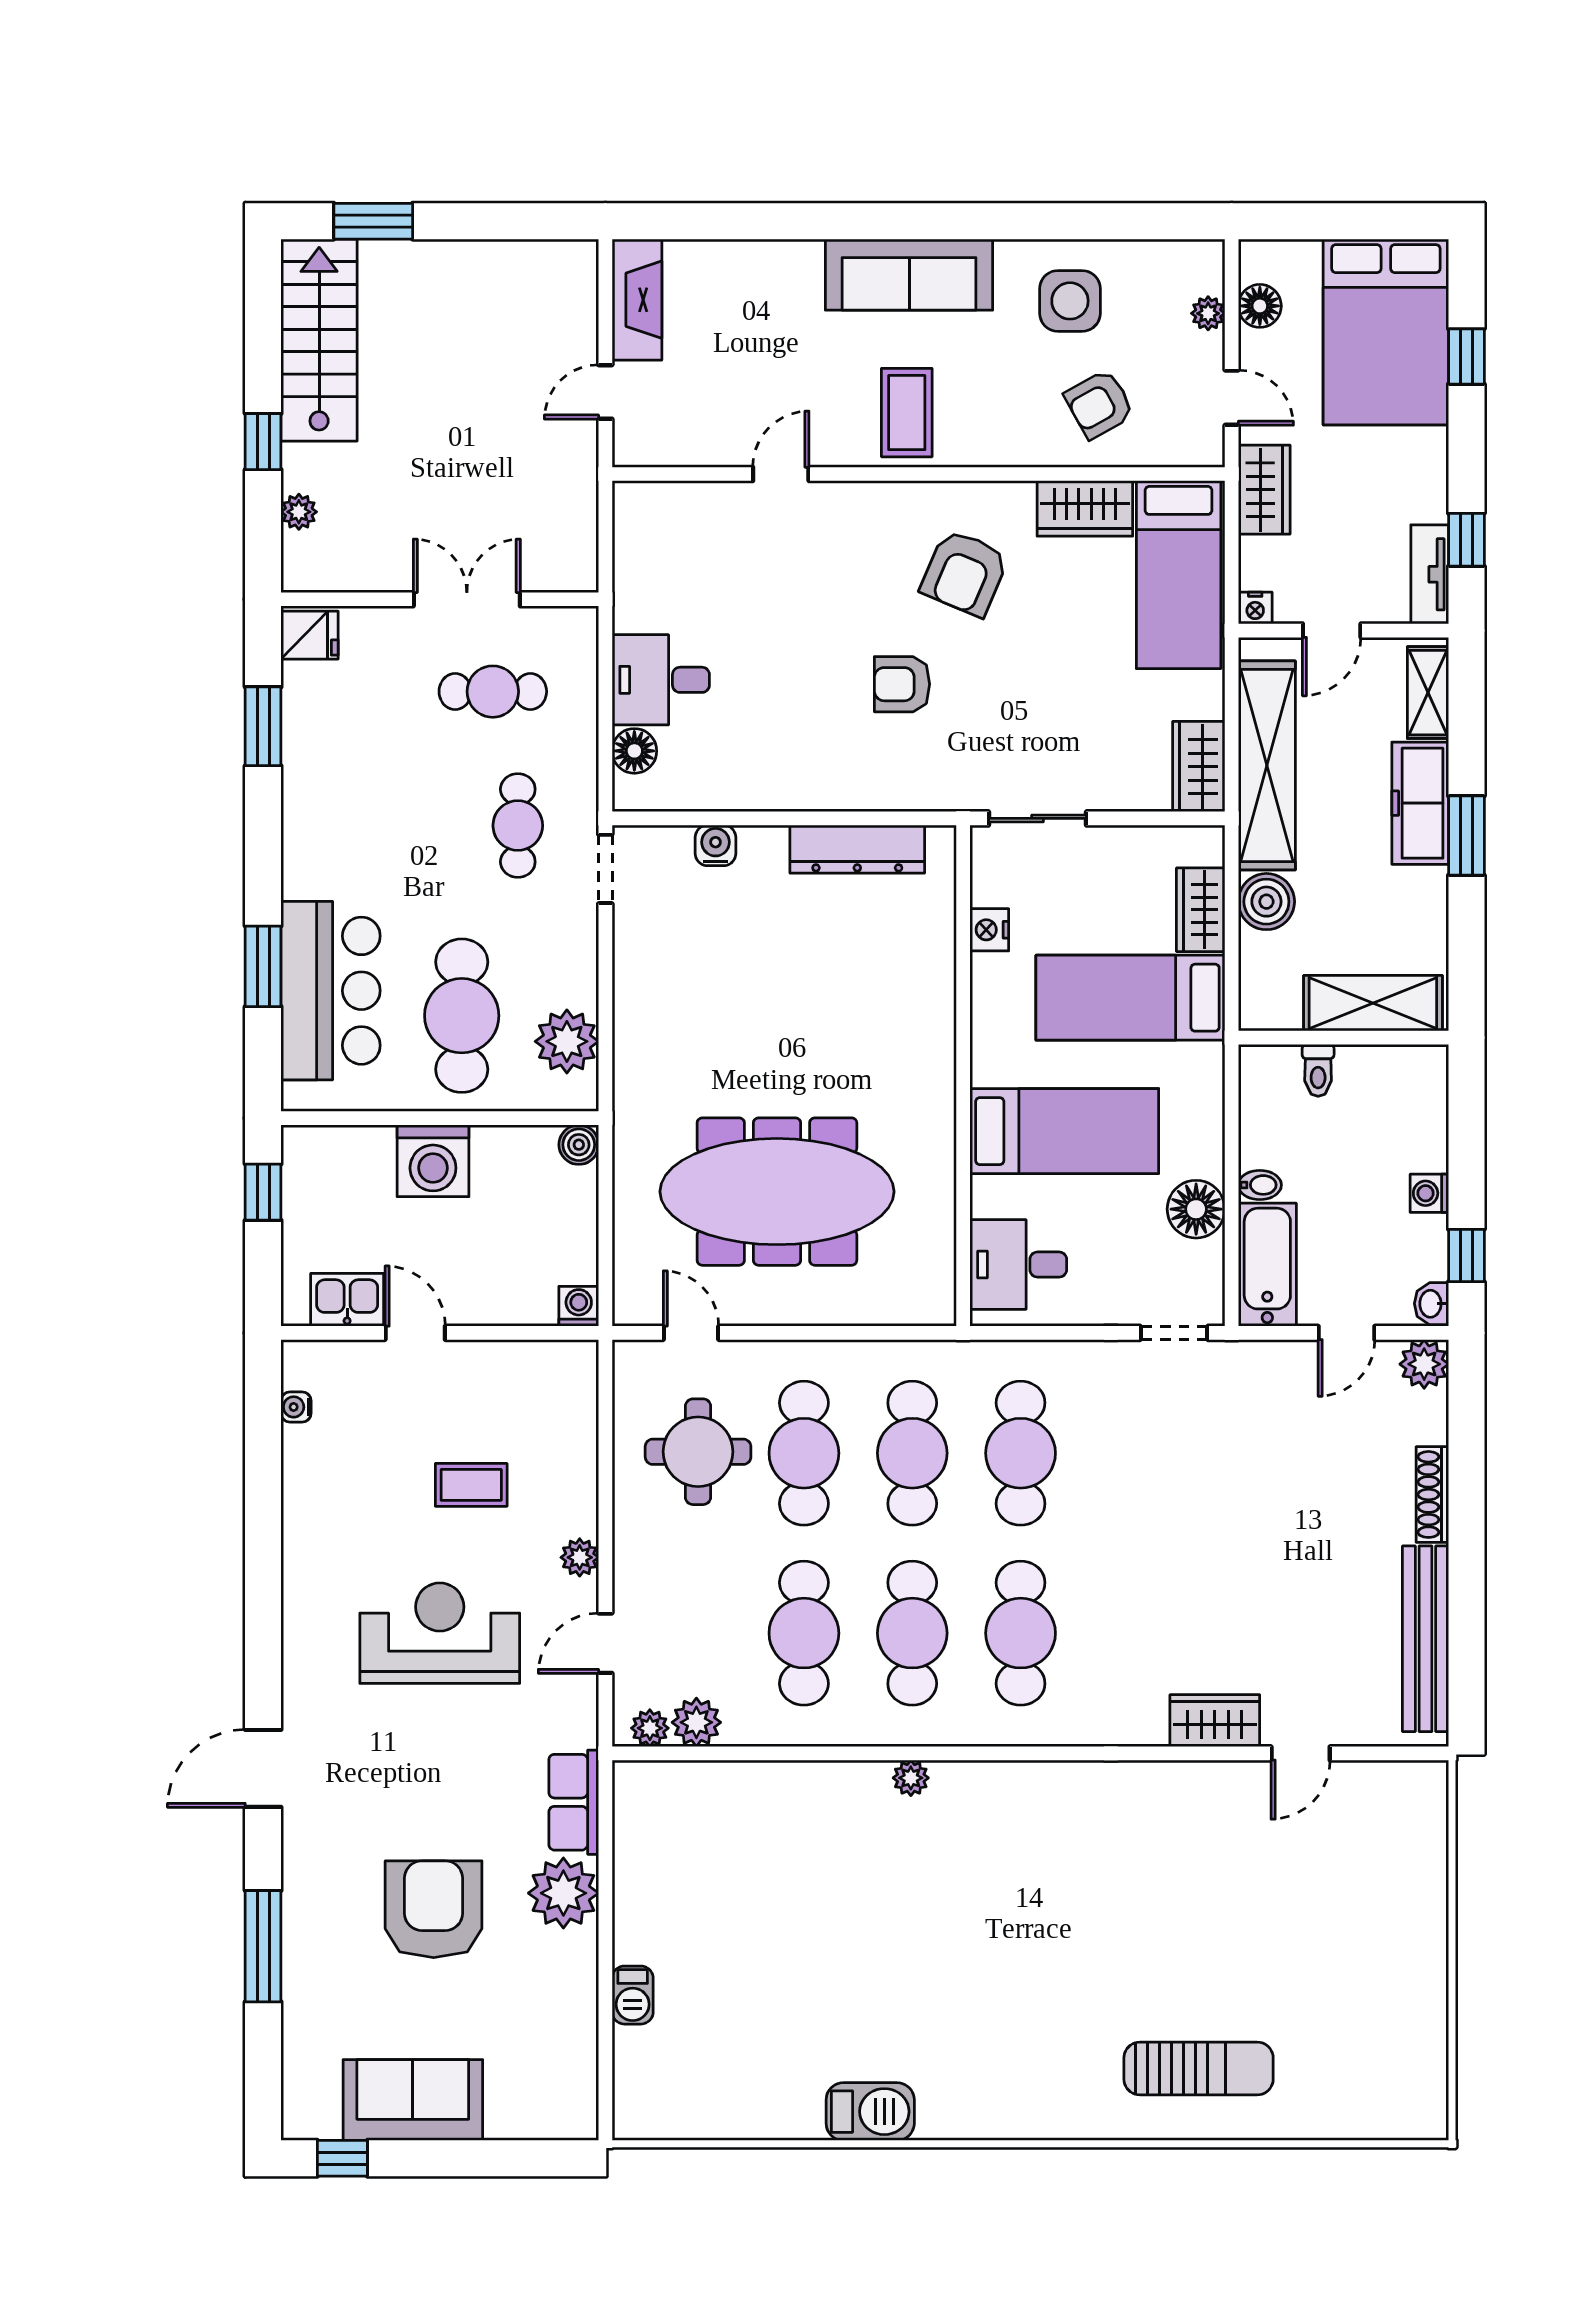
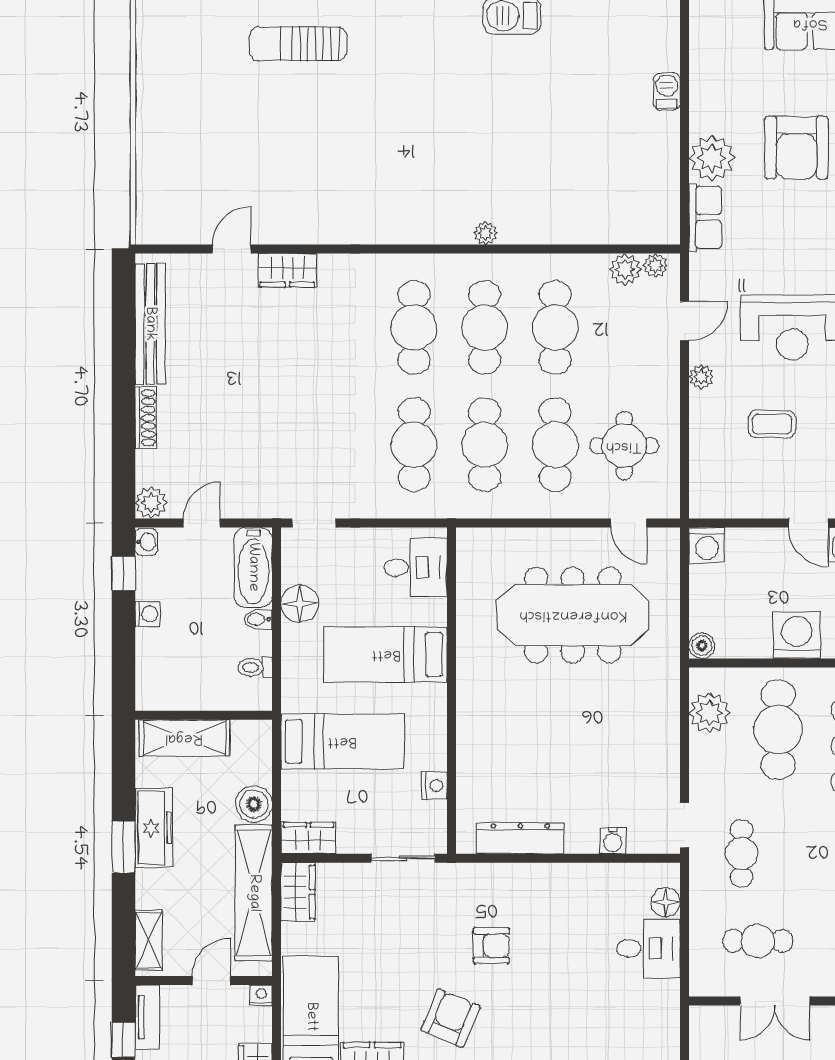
freezer: (1420, 803) -> (154, 828), moved
wardrobe: (1201, 910) -> (308, 838), moved, turned -90
toilet: (1318, 1070) -> (255, 667), moved, turned -90
washing machine: (579, 1306) -> (707, 545), width x1.38, depth x1.38

